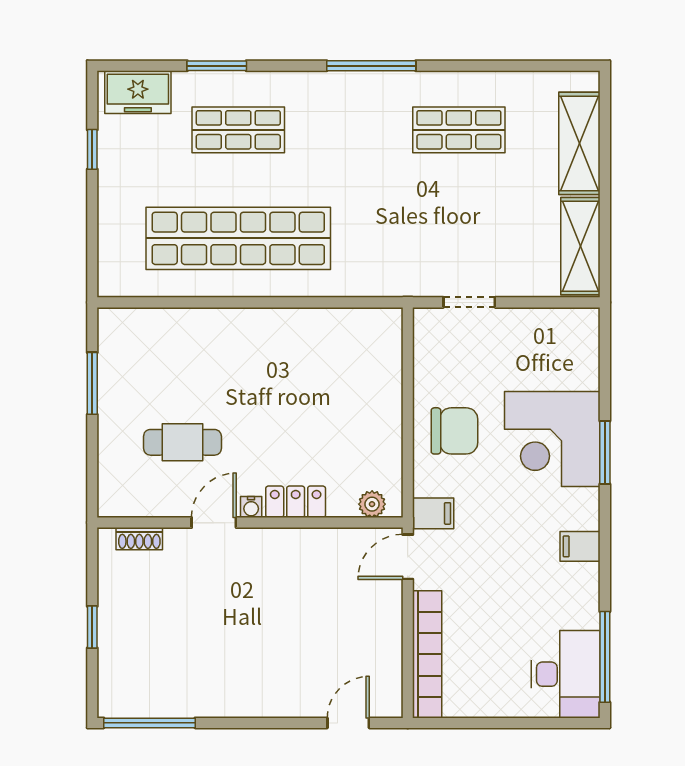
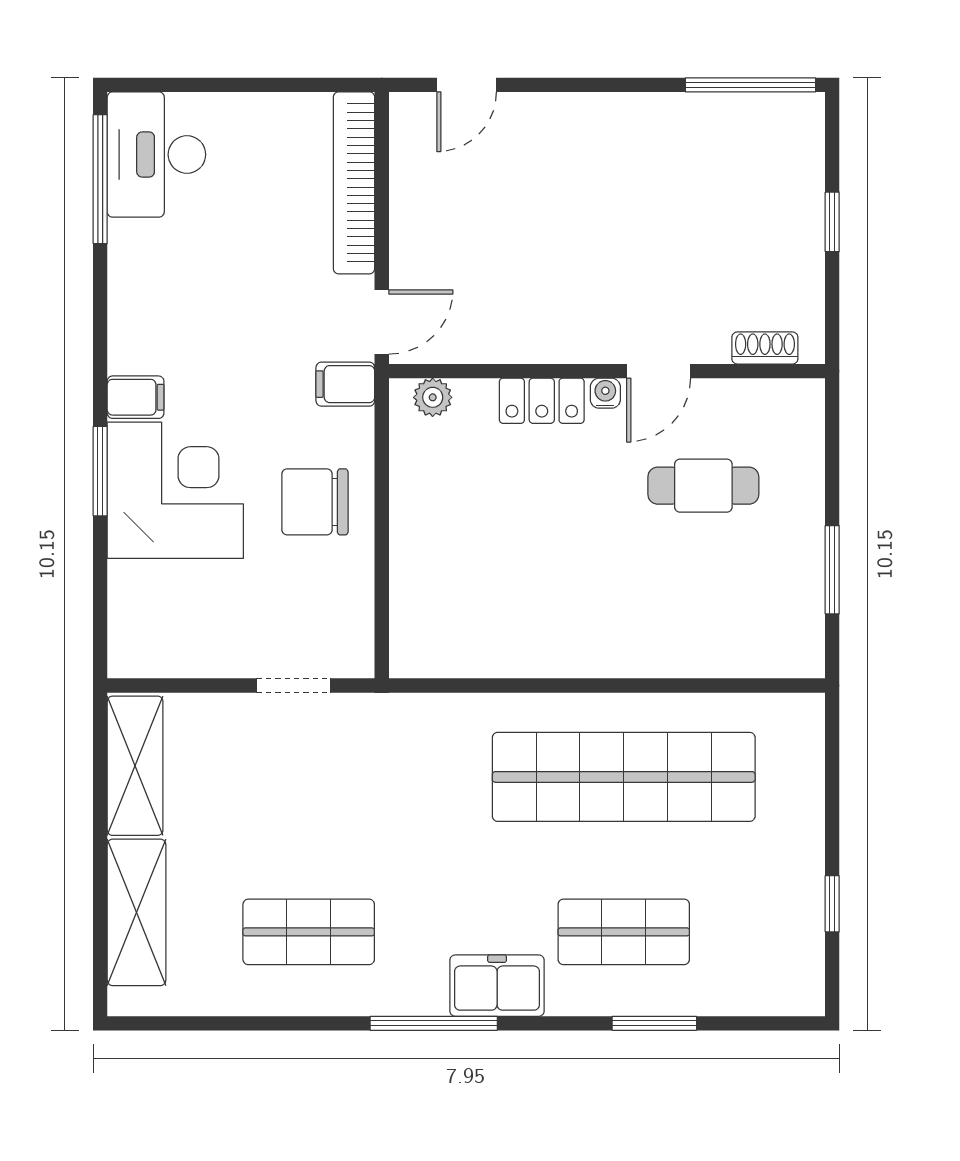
freezer: (138, 92) -> (497, 986), moved
filing cabinet: (580, 546) -> (136, 397), moved

